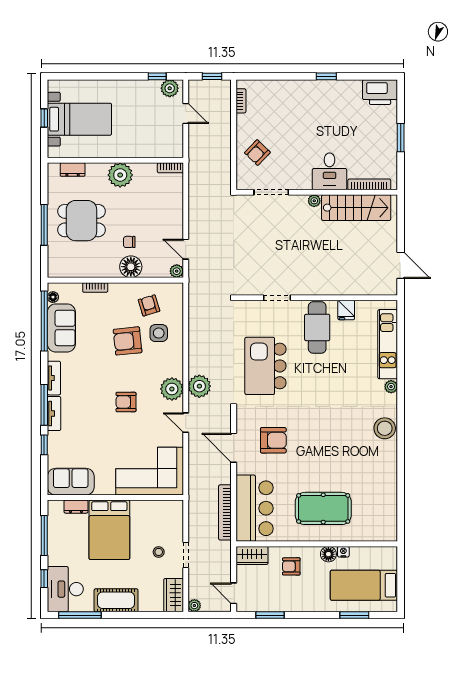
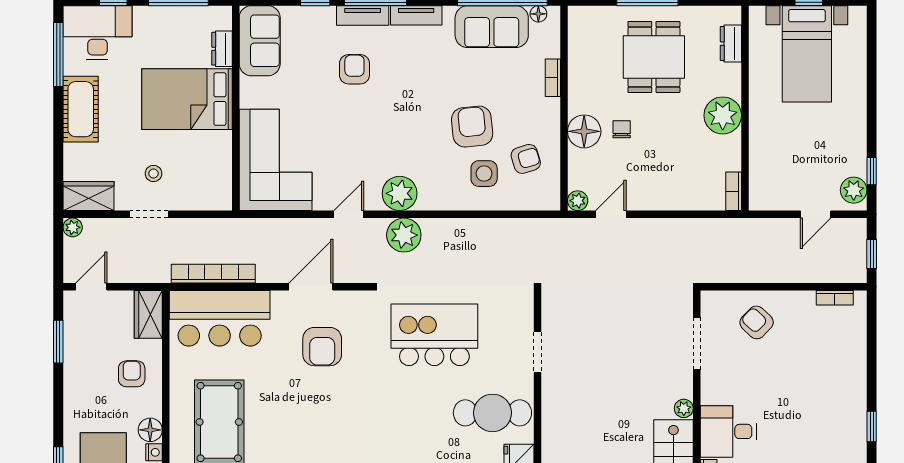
armchair: (126, 402) -> (354, 69), moved

